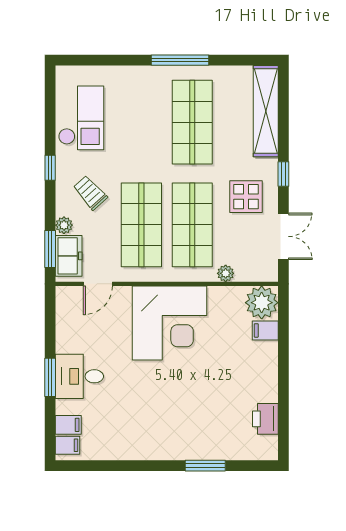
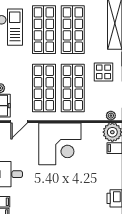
shop shelf: (141, 122) -> (44, 30), added
trolley: (90, 193) -> (15, 70), removed
plant: (226, 273) -> (111, 116), moved

